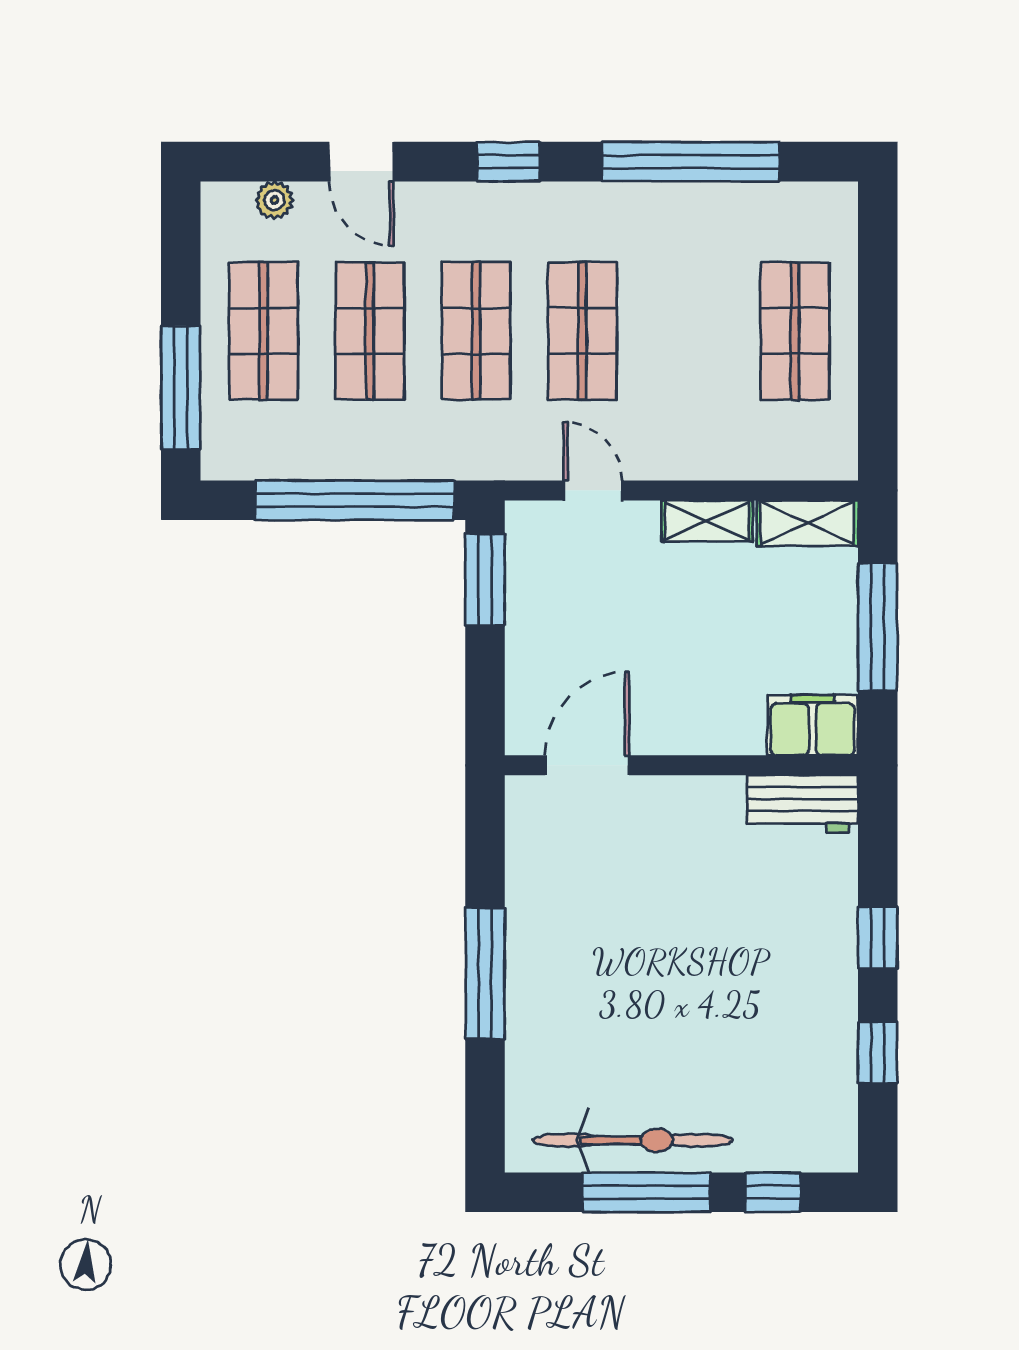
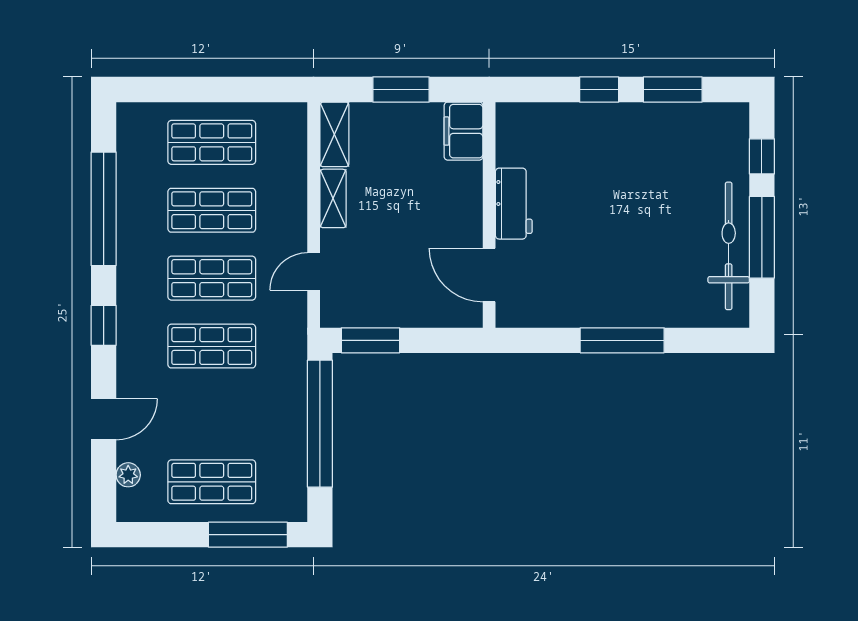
shop shelf: (370, 331) -> (212, 210), moved
window: (878, 627) -> (401, 90), width x0.69
workbench: (803, 804) -> (514, 204), moved
window: (878, 1053) -> (673, 90), width x1.50

